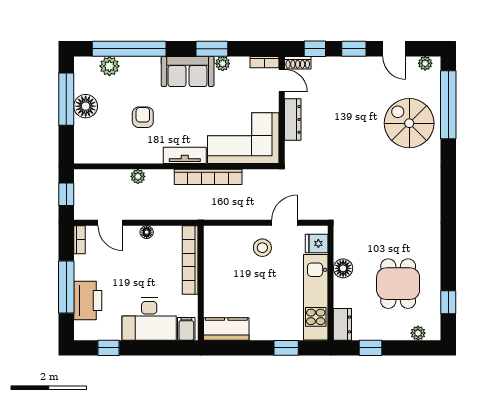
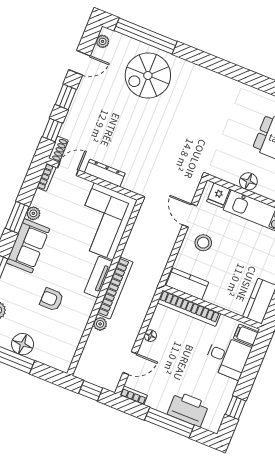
bookcase: (208, 177) -> (115, 288), moved
kitchen counter: (214, 248) -> (187, 284), added
desk: (149, 319) -> (228, 357), width x0.73

